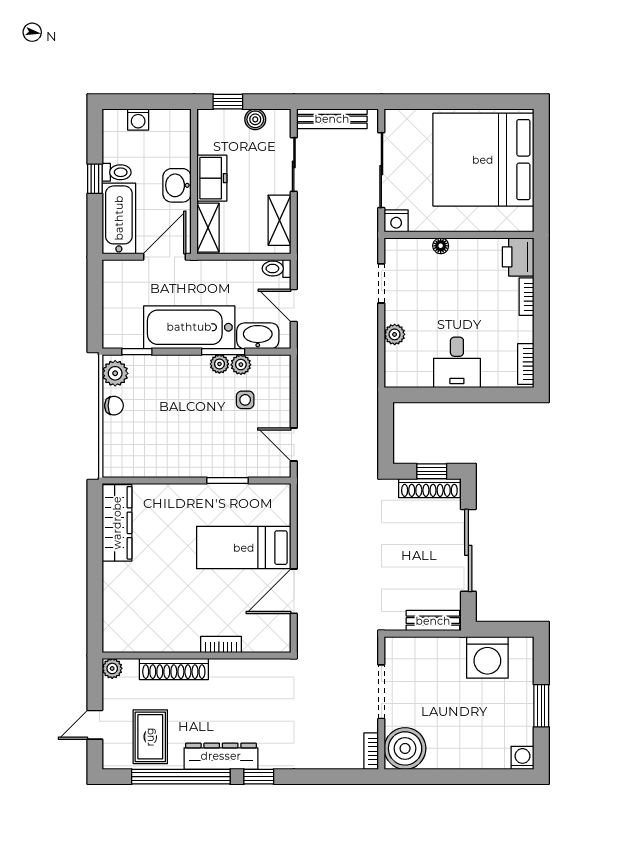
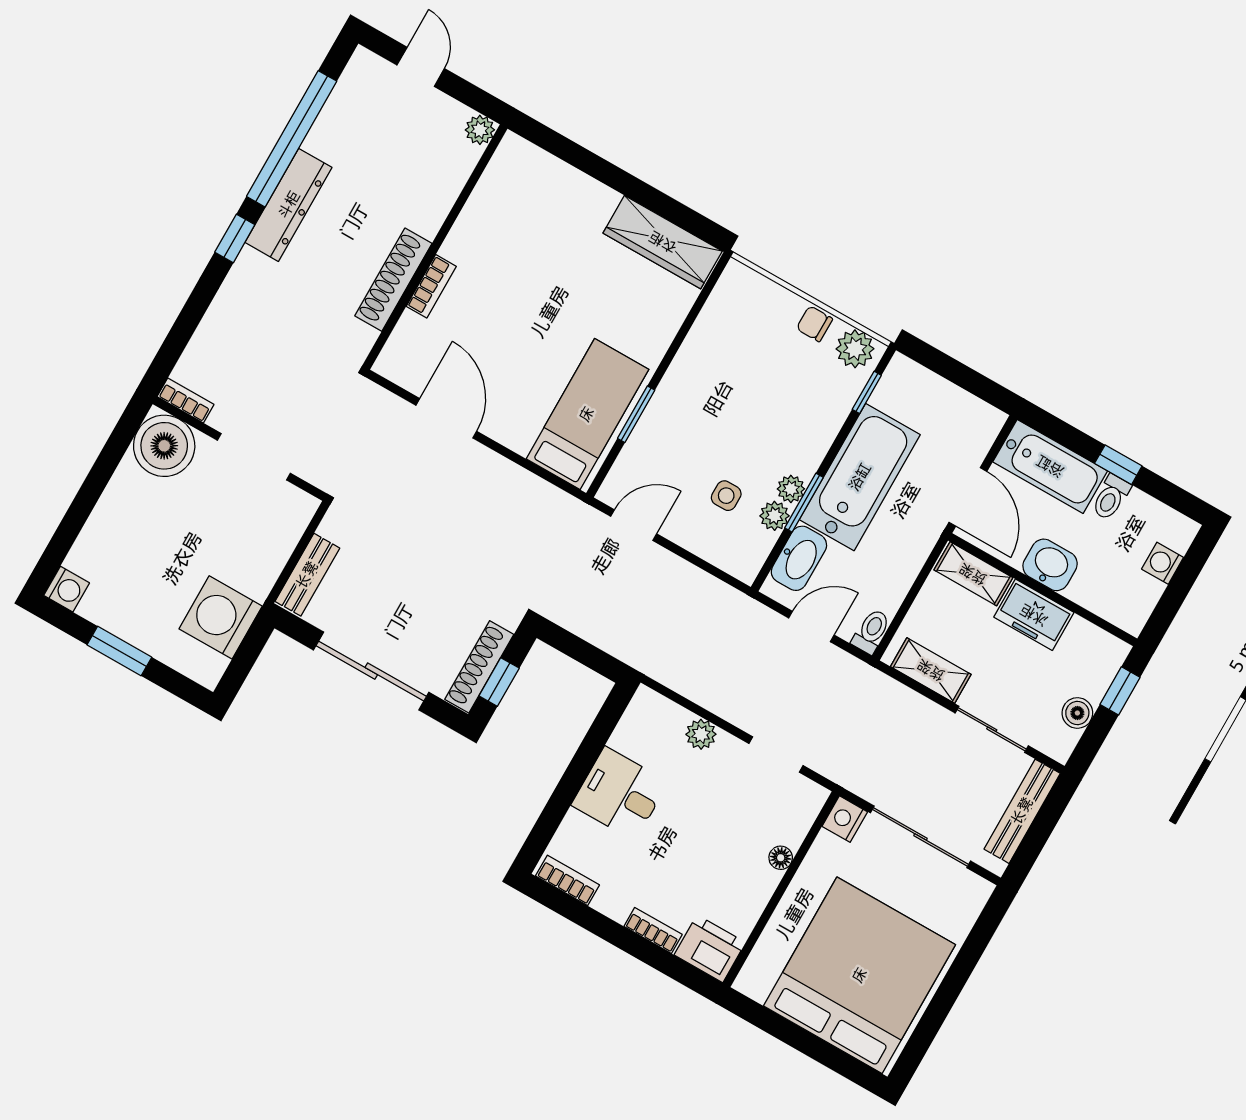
chair: (114, 406) -> (814, 324), turned 90
bed: (244, 548) -> (587, 414), moved
shoe rack: (174, 669) -> (393, 280), moved
rug: (150, 737) -> (365, 129), removed

